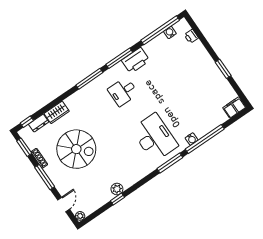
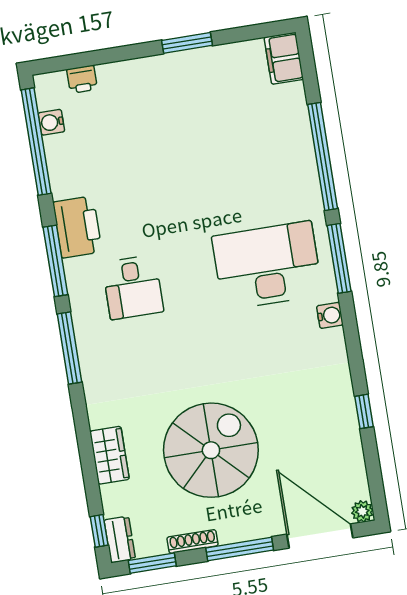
dresser: (39, 123) -> (120, 540), moved
water cooler: (192, 139) -> (330, 315), moved
plant: (117, 189) -> (341, 402), removed
door: (64, 205) -> (320, 536), width x1.87

